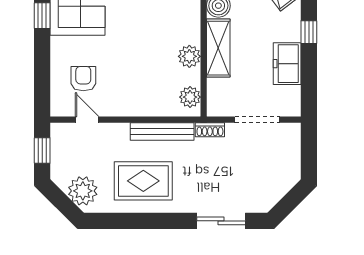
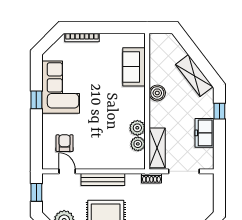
shelving: (218, 48) -> (157, 148), moved
plant: (190, 97) -> (138, 144), moved
bench: (162, 132) -> (103, 179), moved

